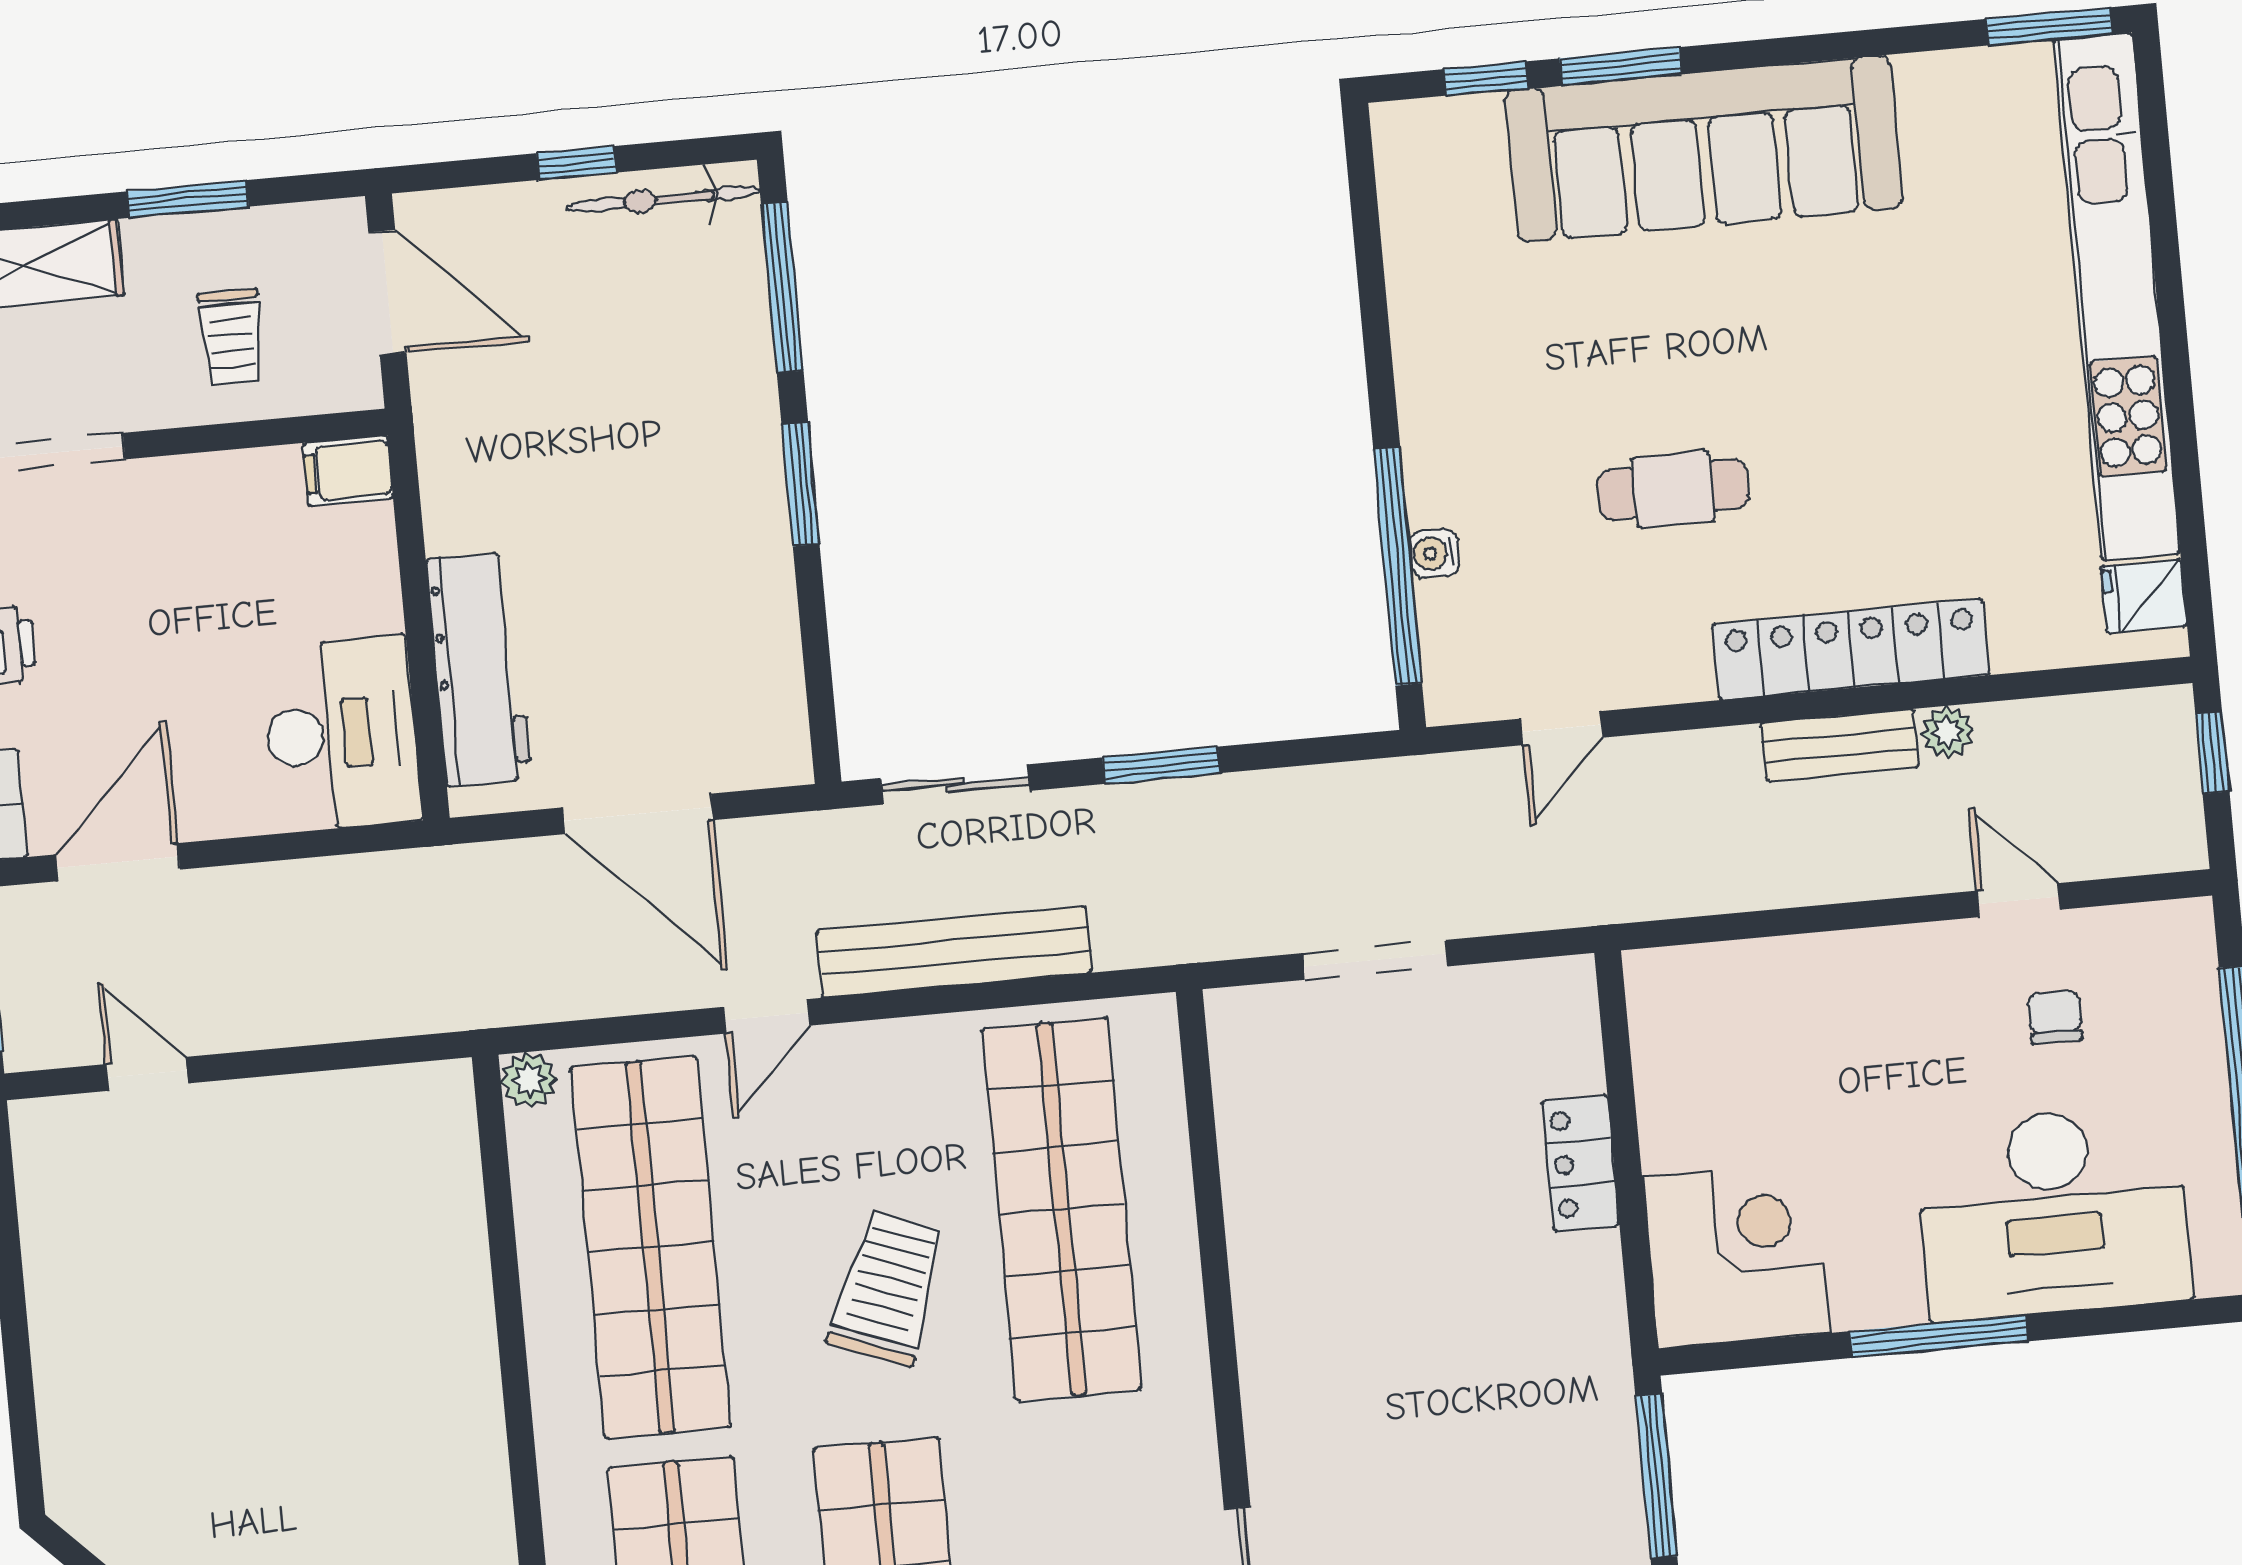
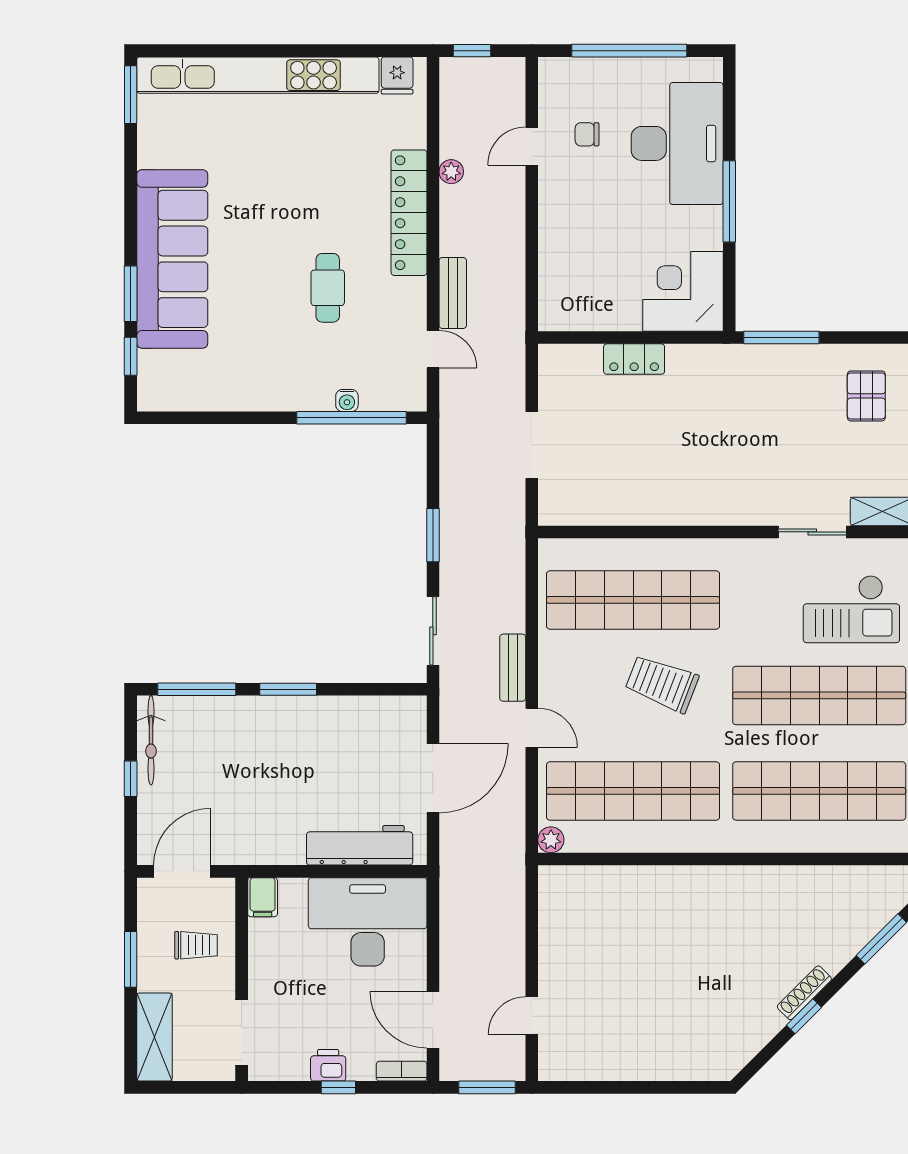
desk: (341, 734) -> (368, 922), width x1.36, depth x1.30
bench: (1840, 745) -> (453, 293), moved
bench: (954, 952) -> (513, 668), width x0.54, depth x0.82

